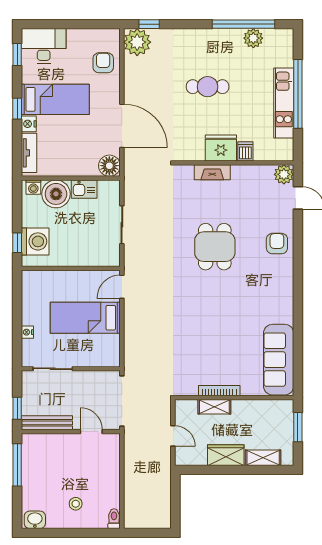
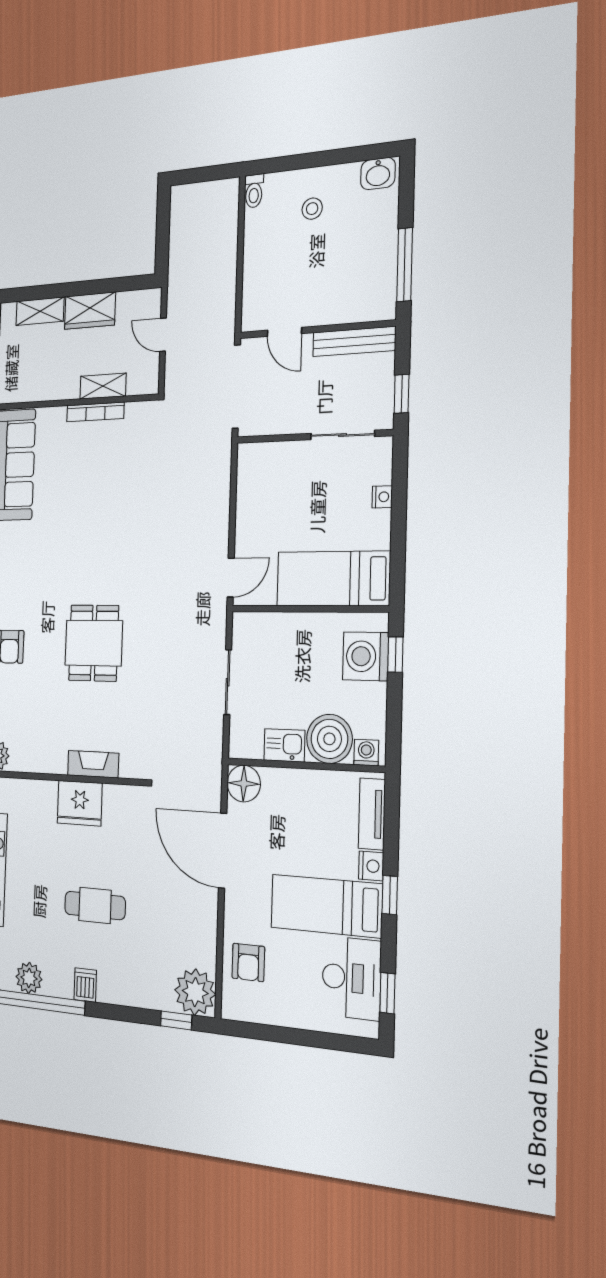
desk: (44, 46) -> (351, 978), moved, turned -90
dishwasher: (245, 151) -> (85, 985), moved, turned 180
bed: (85, 318) -> (333, 579), moved, turned 180
window: (17, 408) -> (402, 394), moved

